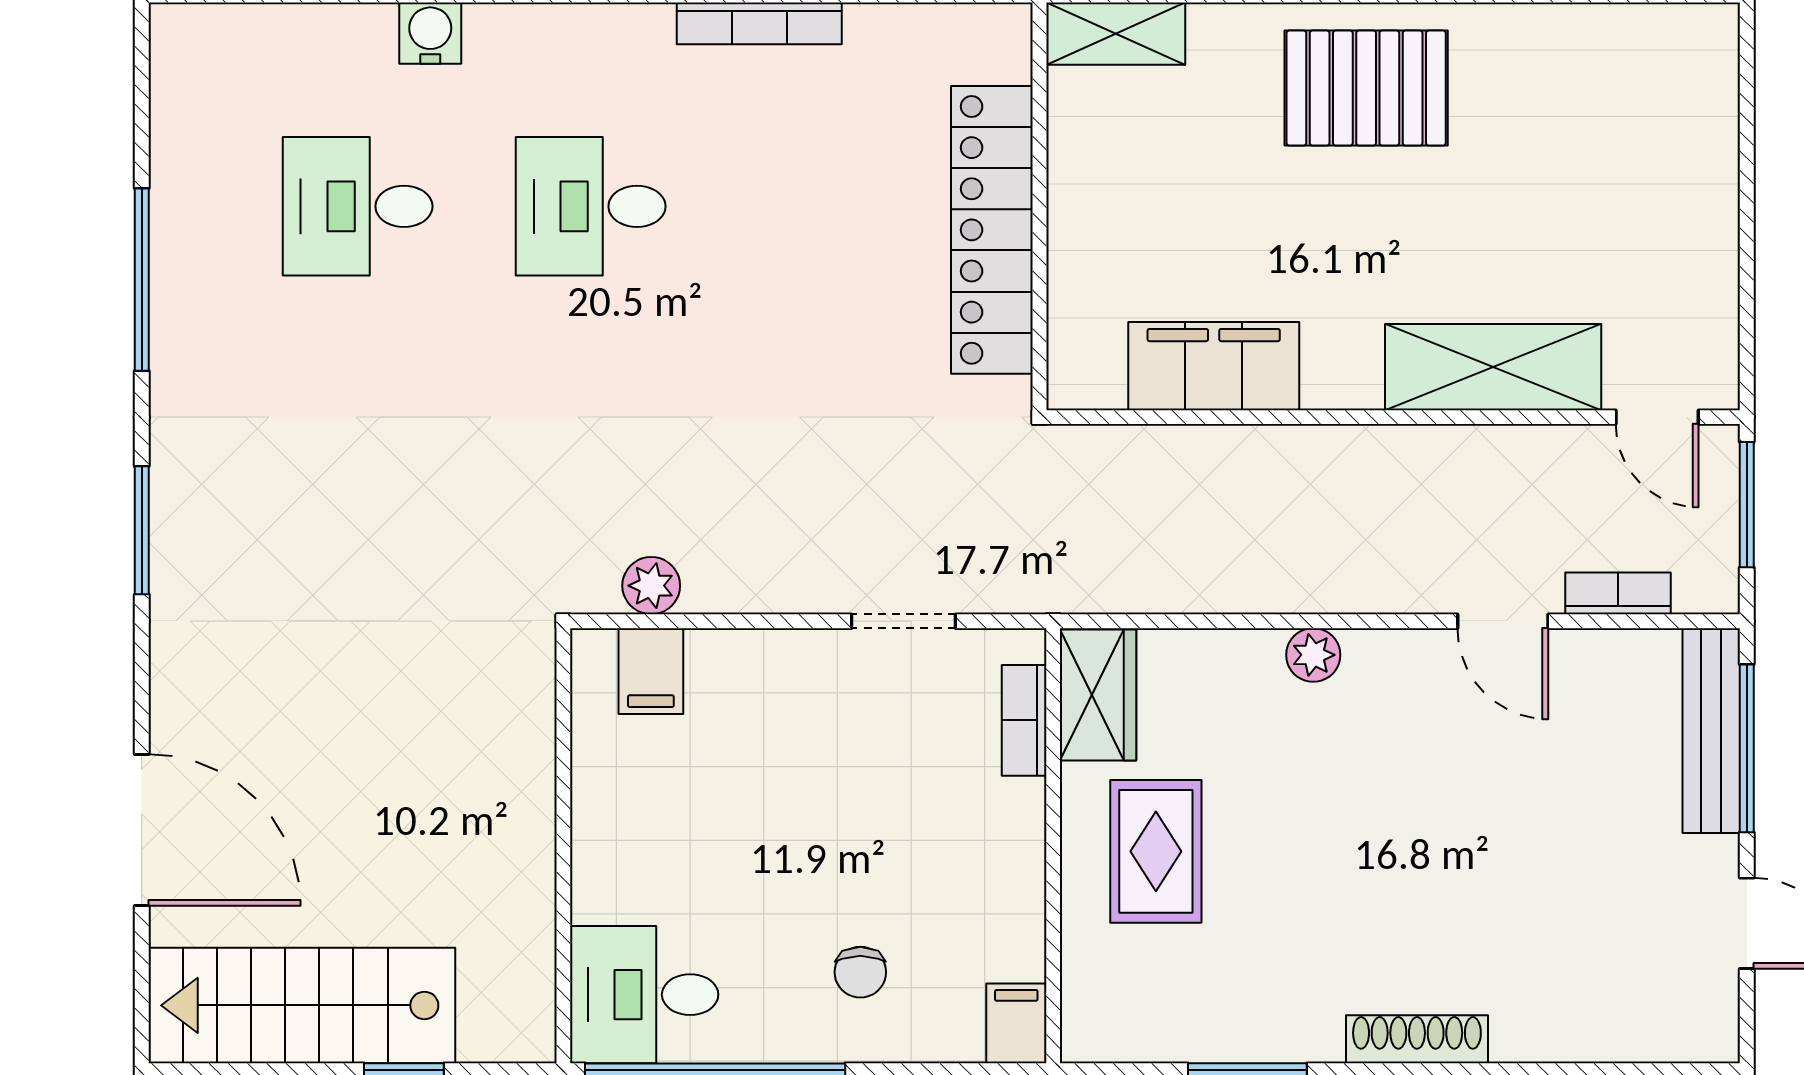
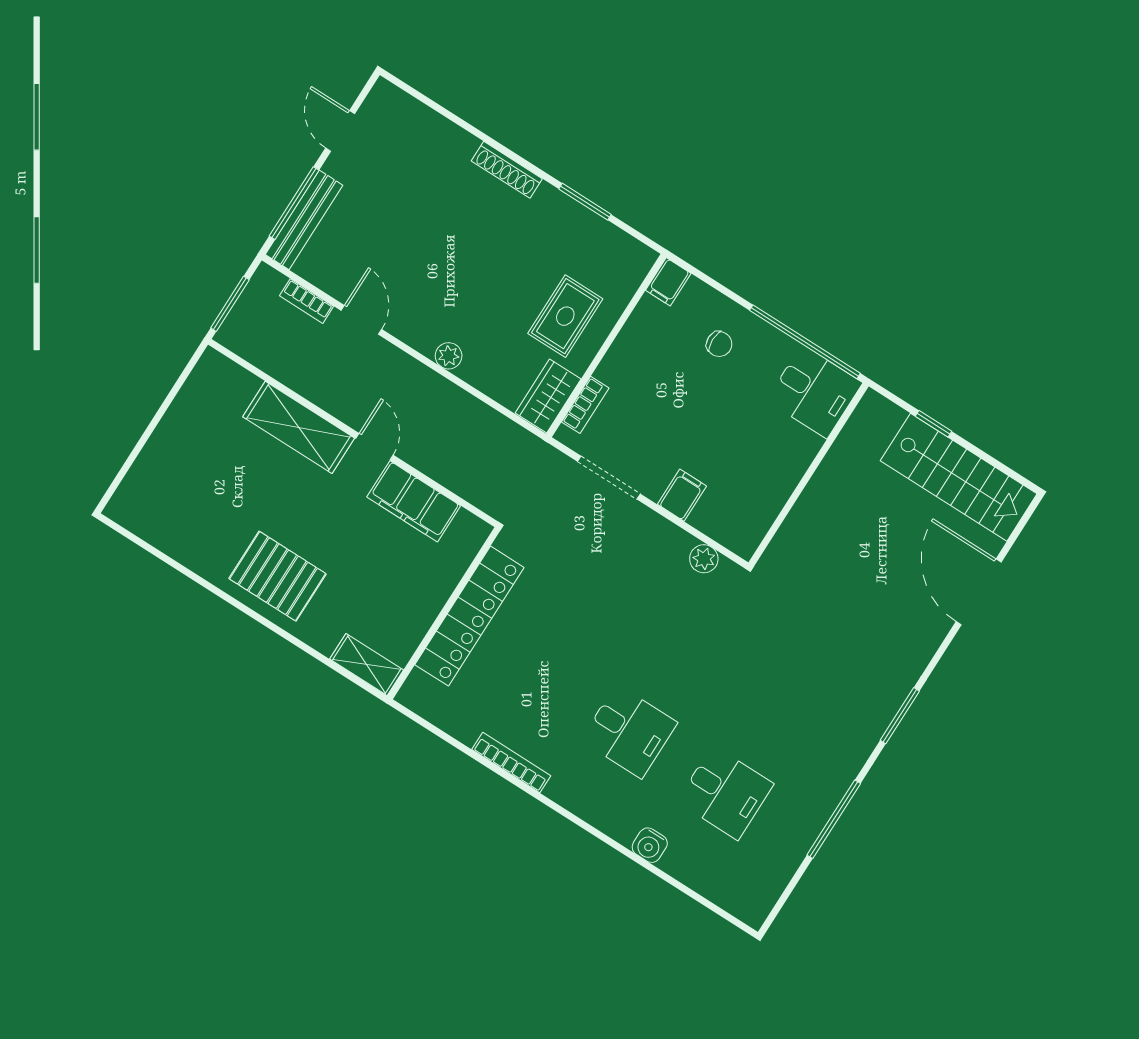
door: (1657, 417) -> (374, 447), moved
doorway: (903, 621) -> (609, 478), width x1.38
filing cabinet: (651, 671) -> (682, 495), moved
chair: (860, 972) -> (719, 344), turned 90

